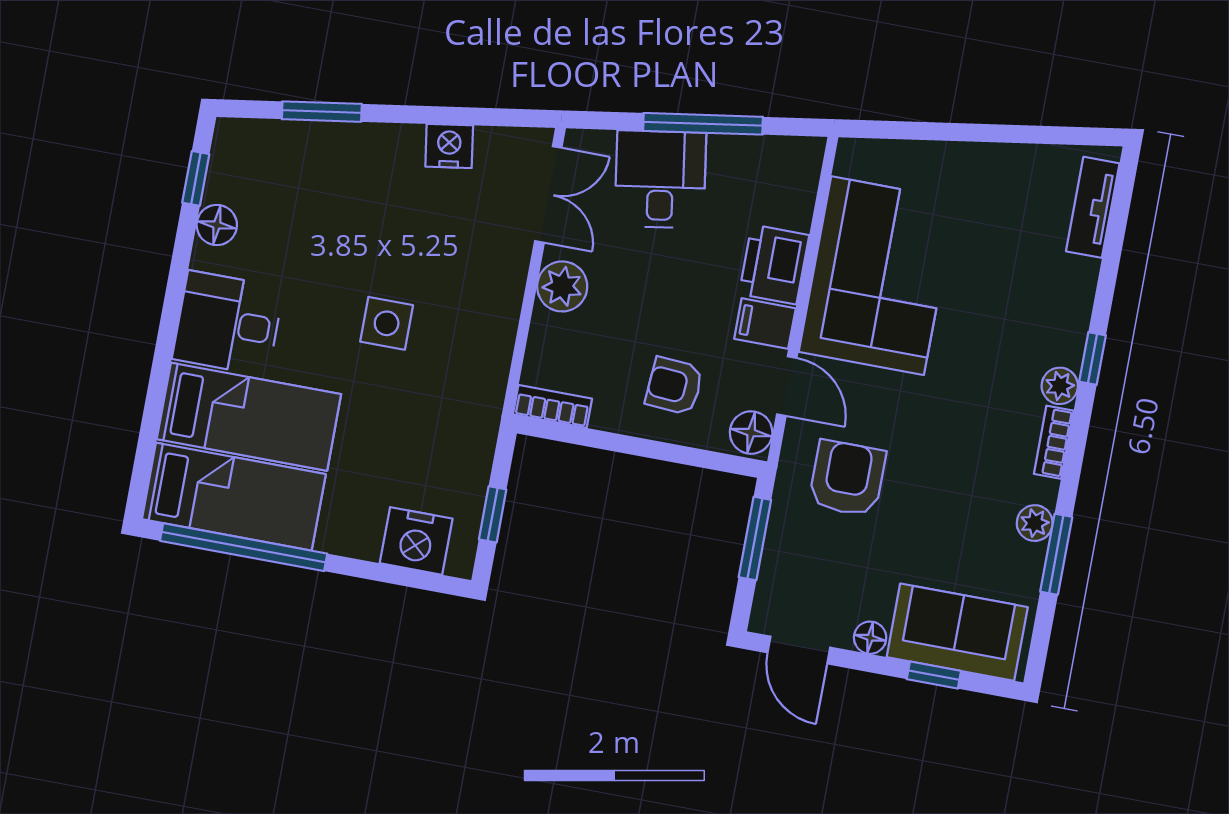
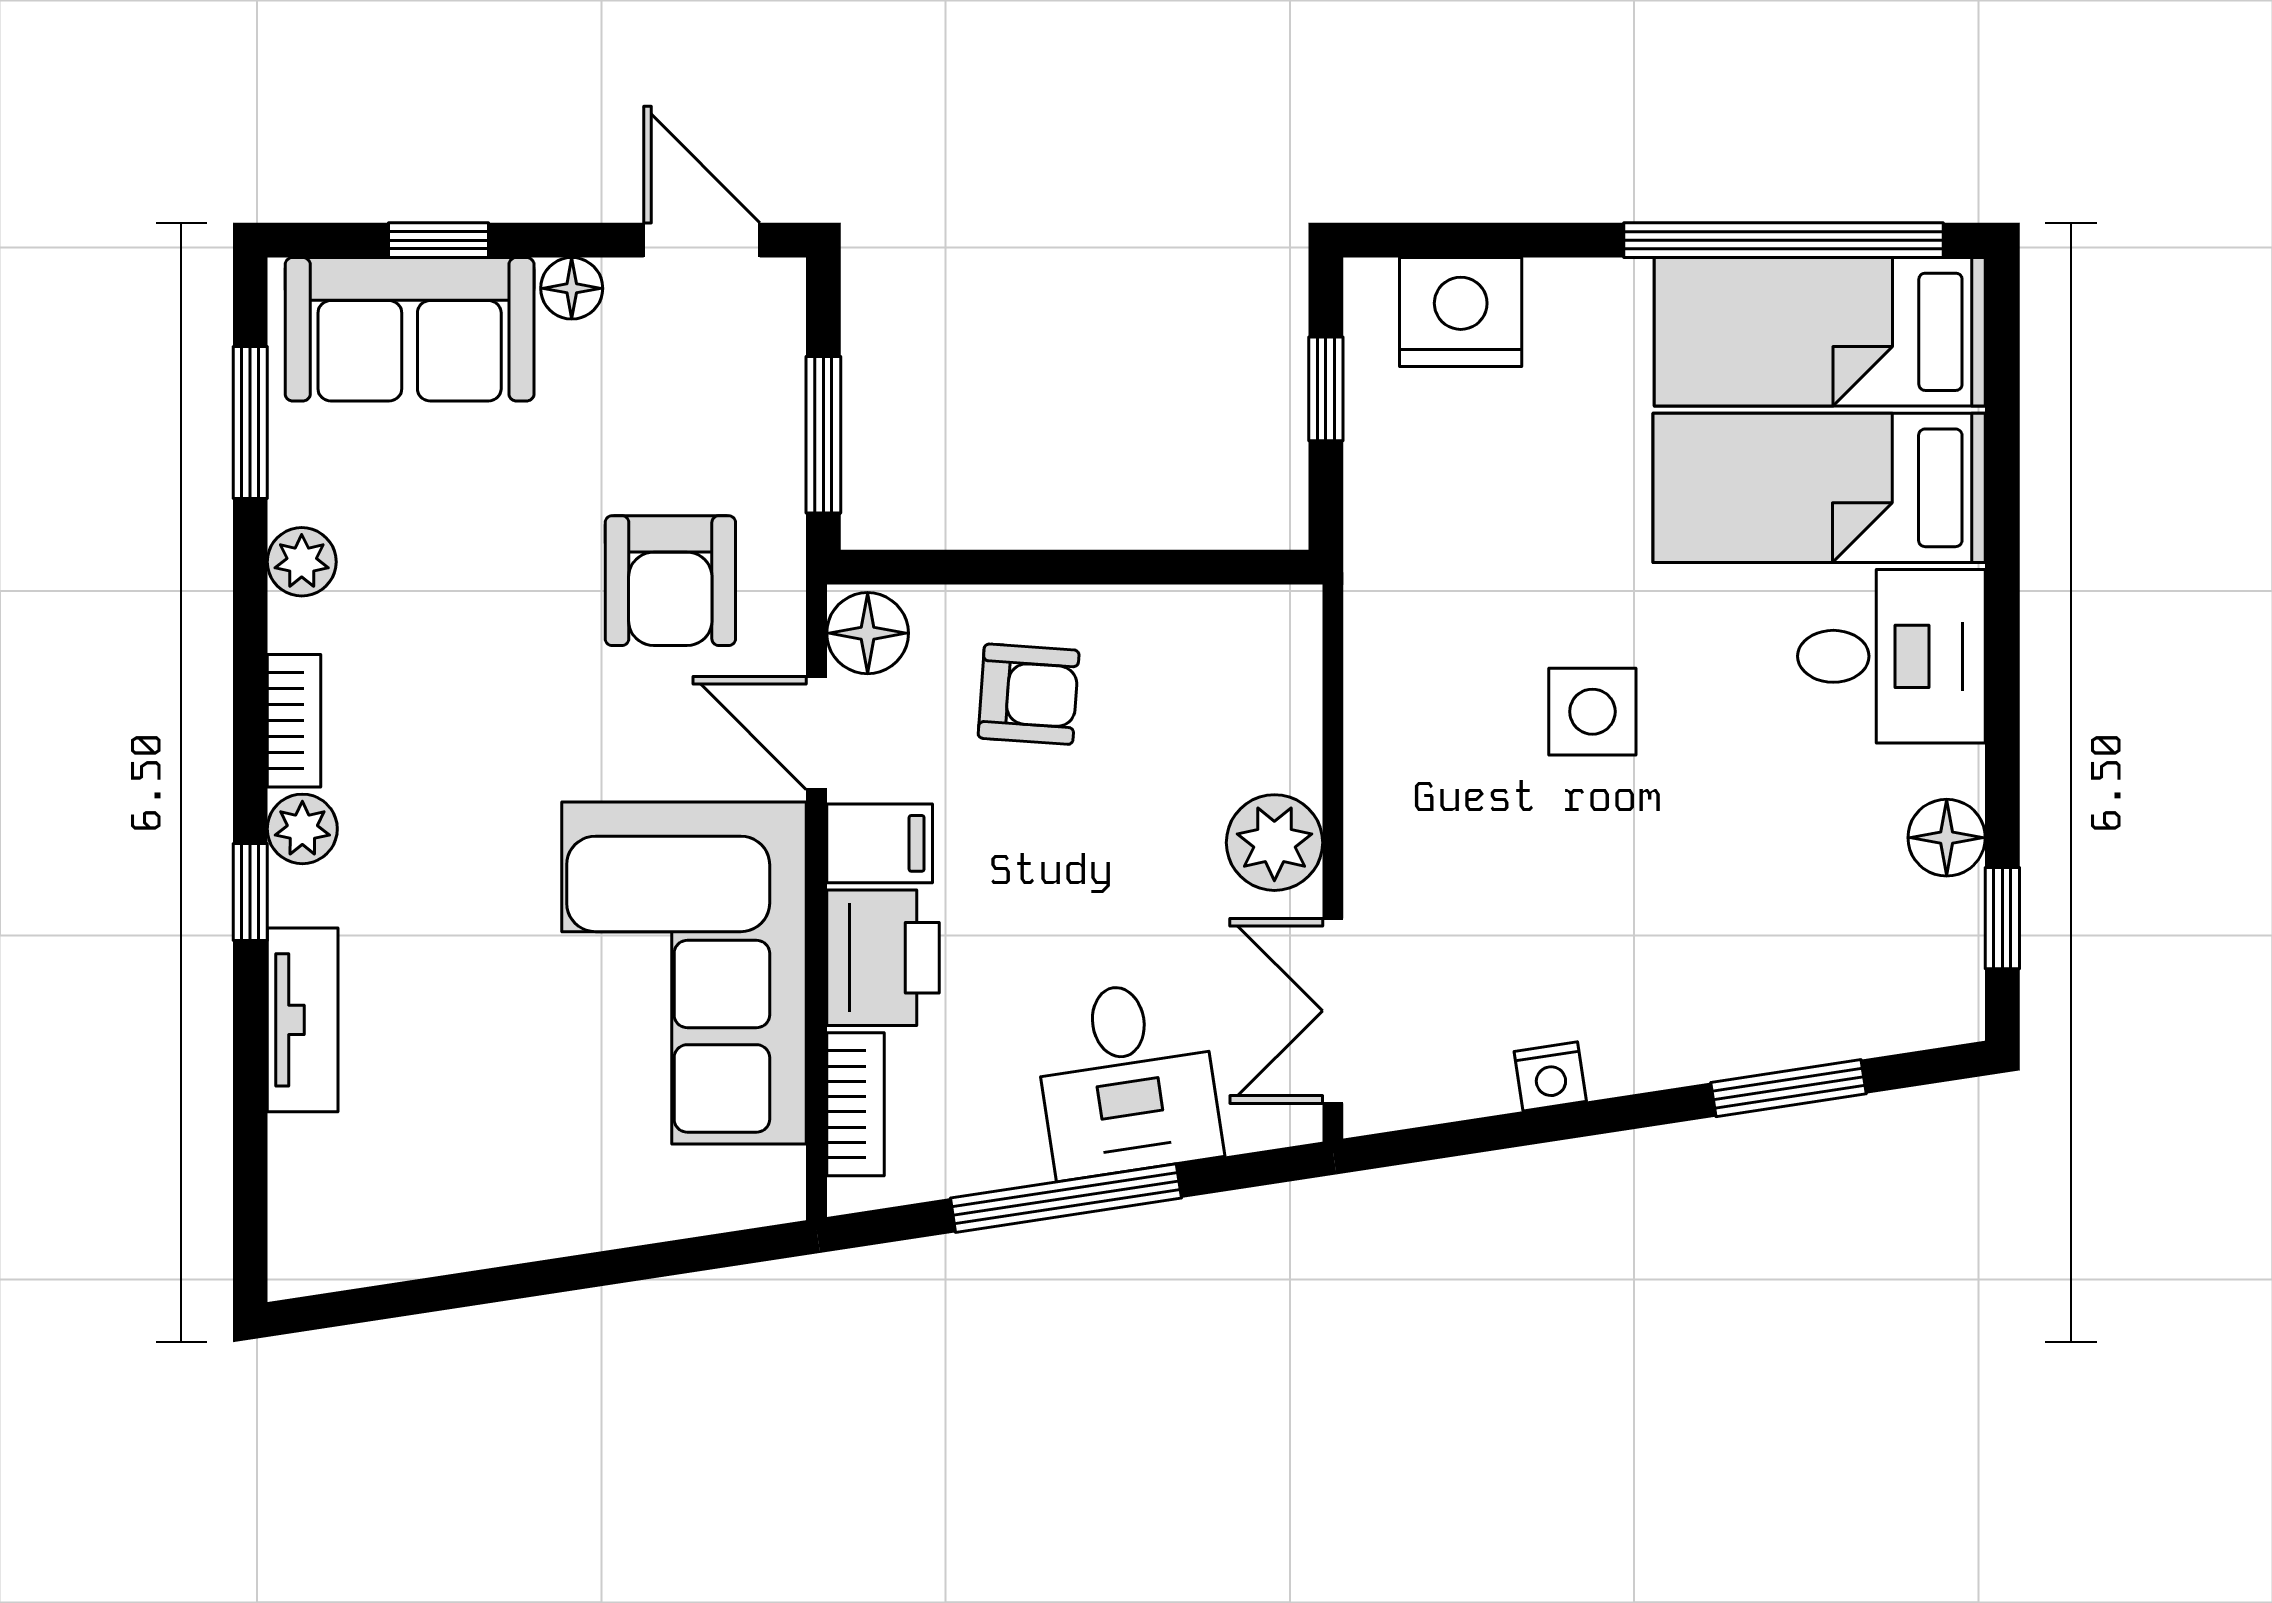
nightstand: (449, 146) -> (1550, 1076), width x0.72, depth x0.74
tv unit: (1093, 207) -> (303, 1020), moved
bookcase: (552, 406) -> (855, 1104), moved, turned -90
window: (1056, 554) -> (250, 423), moved

